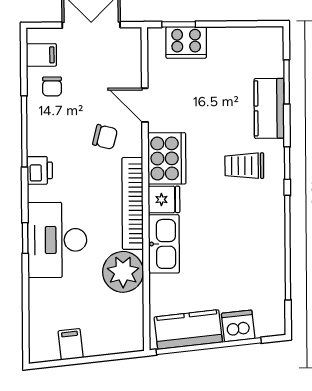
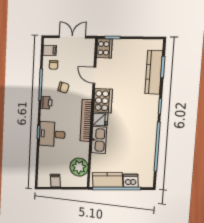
cooker: (186, 43) -> (104, 48), moved, turned -90
kitchen counter: (269, 108) -> (154, 72), width x1.50
chair: (105, 137) -> (63, 88), moved
trolley: (244, 166) -> (139, 106), removed
desk: (57, 240) -> (52, 134), width x0.73
plant: (123, 272) -> (79, 167), moved

